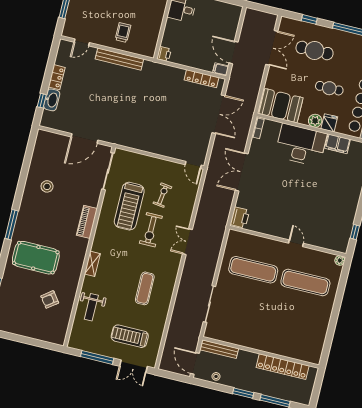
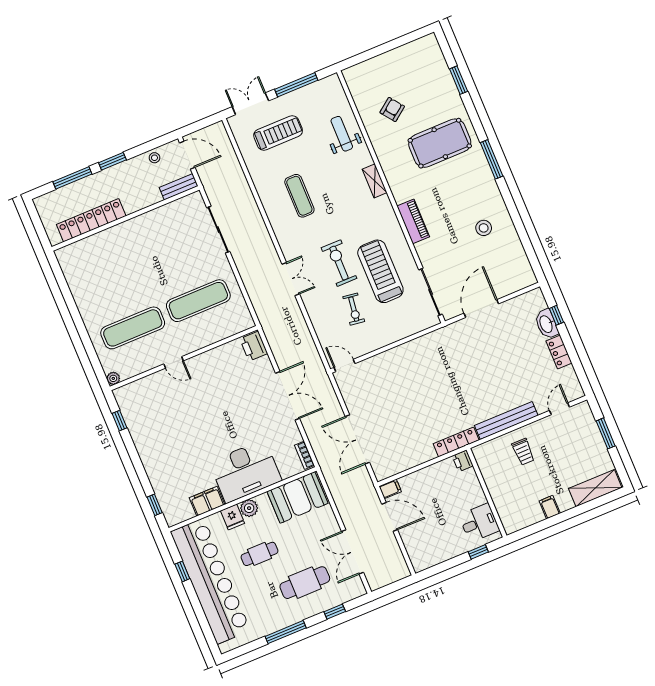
locker: (201, 79) -> (456, 442), moved
bench: (219, 349) -> (179, 187), width x0.73

